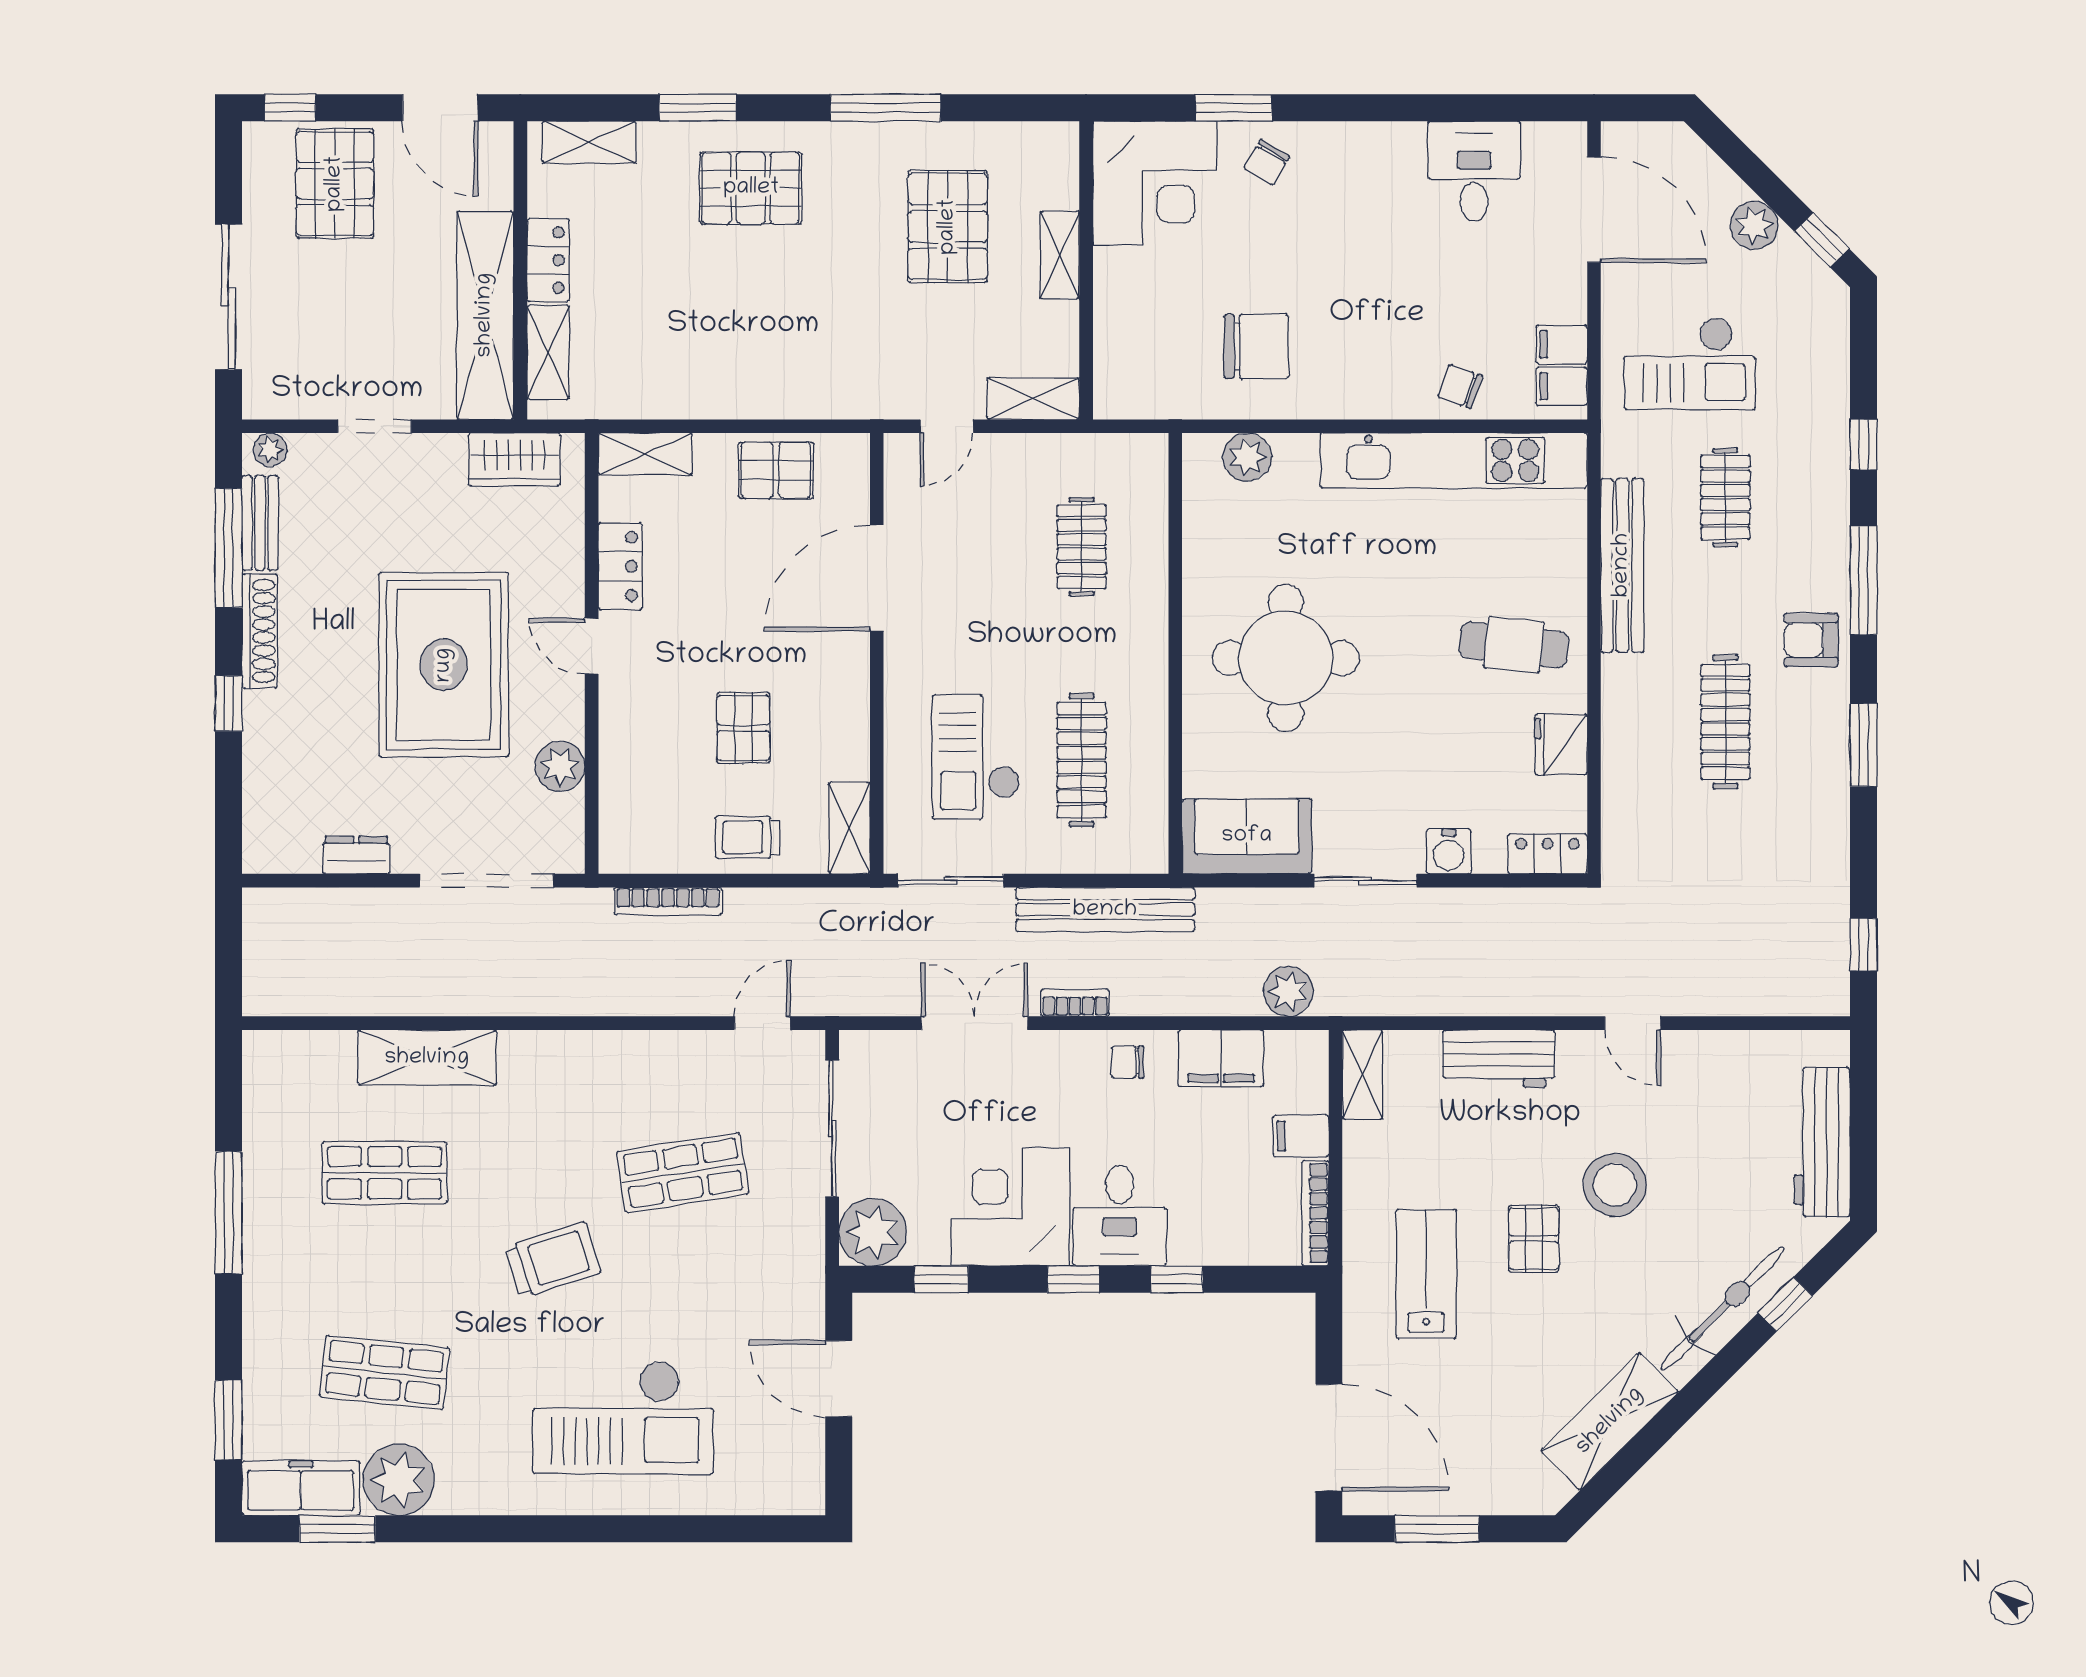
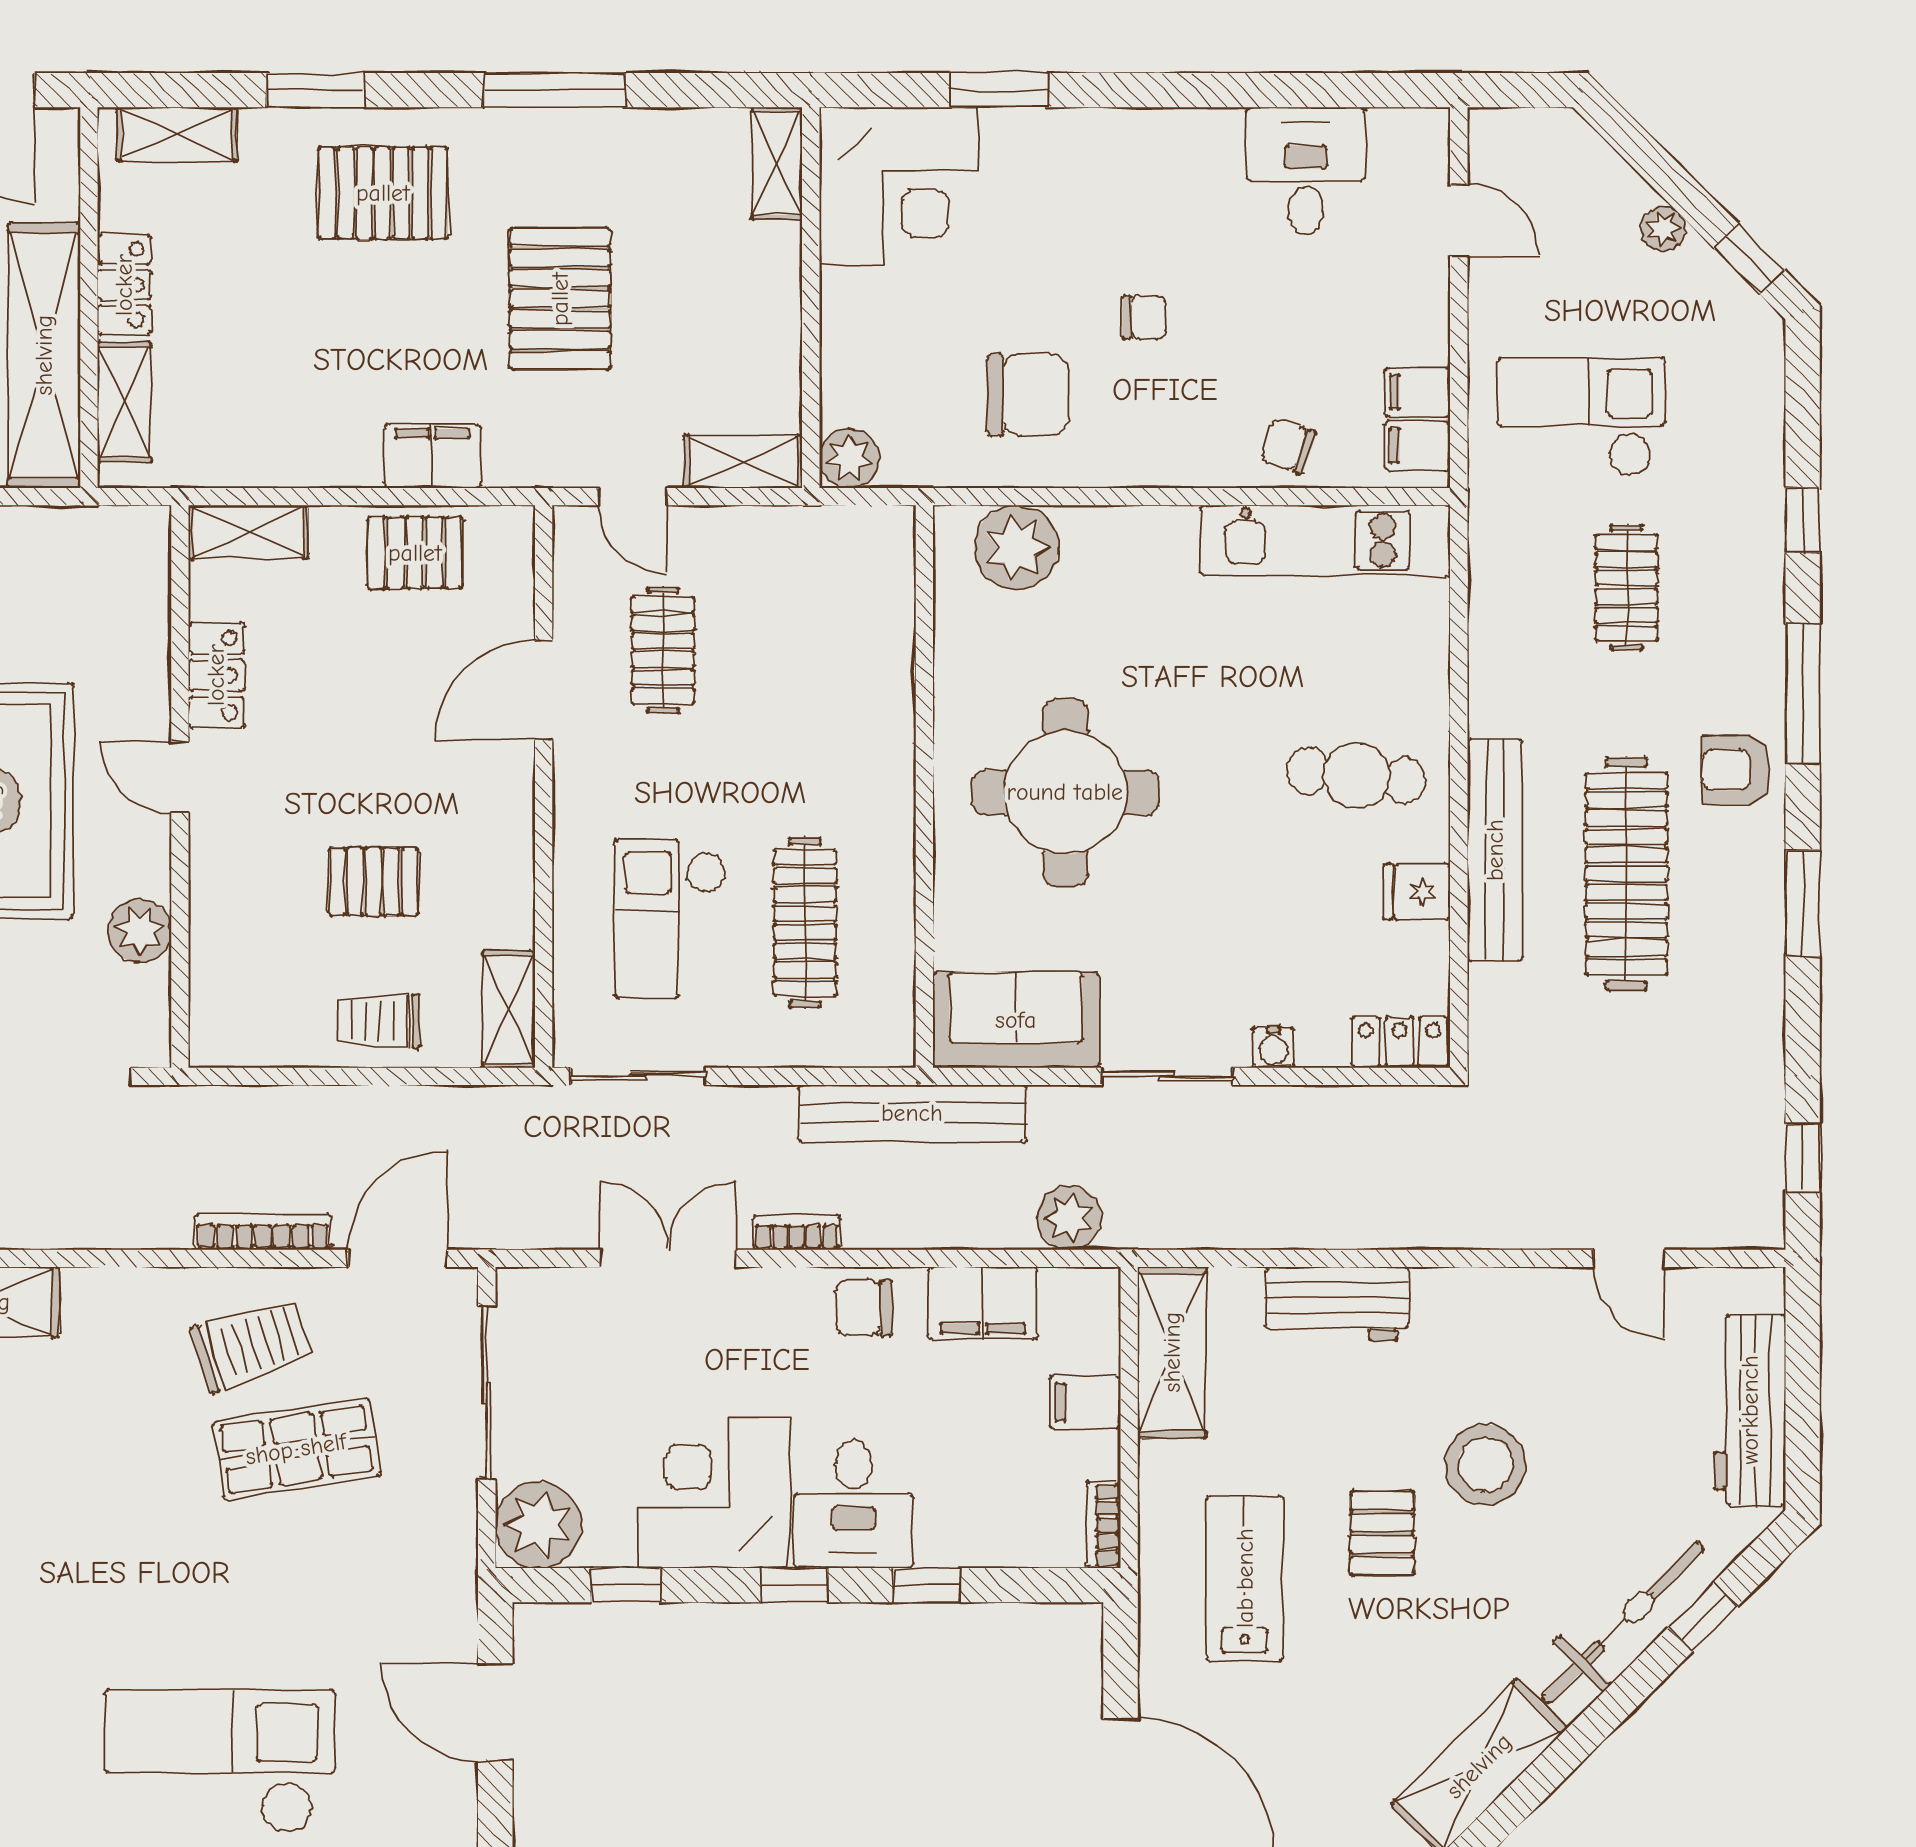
chair: (1267, 162) -> (1144, 317), moved, turned -121
door: (1594, 210) -> (1459, 220), width x0.53
plant: (1754, 225) -> (1663, 229), width x0.73, depth x0.73
pallet: (948, 227) -> (560, 299), moved
shelving: (1060, 255) -> (777, 163), moved
checkout: (1690, 364) -> (1581, 417), turned 180
filing cabinet: (790, 394) -> (432, 456), added
plant: (1116, 396) -> (849, 458), added
door: (947, 426) -> (633, 497), hinge flipped
plant: (1247, 457) -> (1017, 547), width x1.36, depth x1.36
wardrobe: (514, 459) -> (81, 539), removed
kitchen unit: (1454, 460) -> (1325, 540), width x0.73
clothes rail: (1082, 547) -> (663, 650), moved
bench: (1622, 565) -> (1495, 850), moved
door: (877, 578) -> (544, 690), width x0.73
clothes rail: (1725, 722) -> (1626, 874), width x1.37, depth x1.31
pallet: (743, 728) -> (373, 882), turned 90
fridge: (1561, 745) -> (1417, 892), width x0.72
water cooler: (1449, 852) -> (1274, 1047), width x0.72, depth x0.72
bookcase: (668, 901) -> (263, 1232), moved, turned 180
bench: (1105, 910) -> (912, 1113), moved
door: (762, 1023) -> (398, 1258), width x1.38
door: (1633, 1023) -> (1629, 1258), moved
chair: (1128, 1062) -> (864, 1308), width x1.37, depth x1.37
shelving: (1362, 1075) -> (1172, 1352), width x1.50, depth x1.33
bookcase: (1315, 1213) -> (1103, 1525), width x0.64
trolley: (553, 1260) -> (252, 1344), moved
checkout: (623, 1418) -> (220, 1762), turned 180

